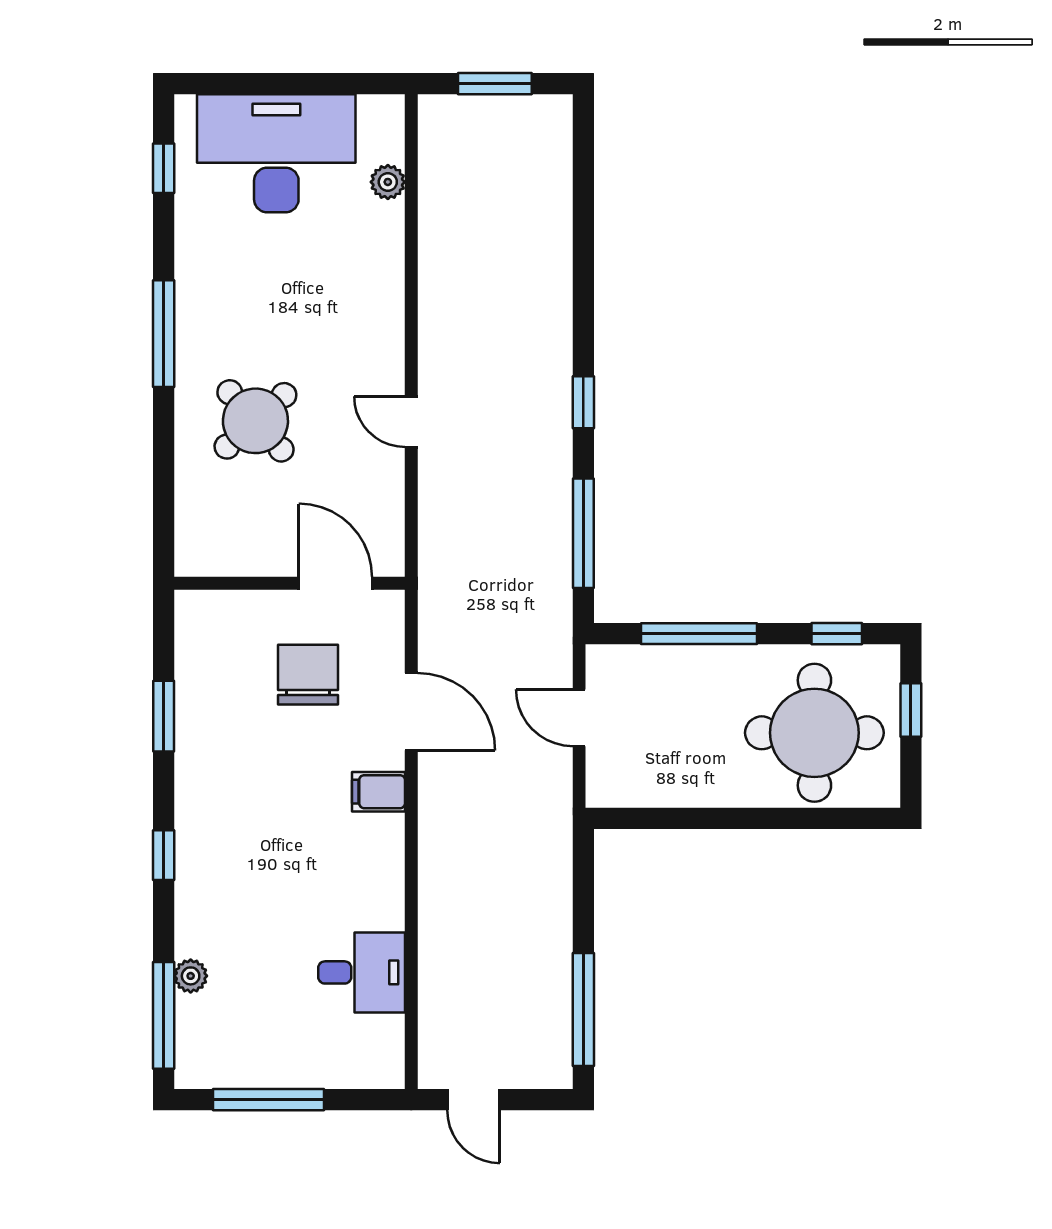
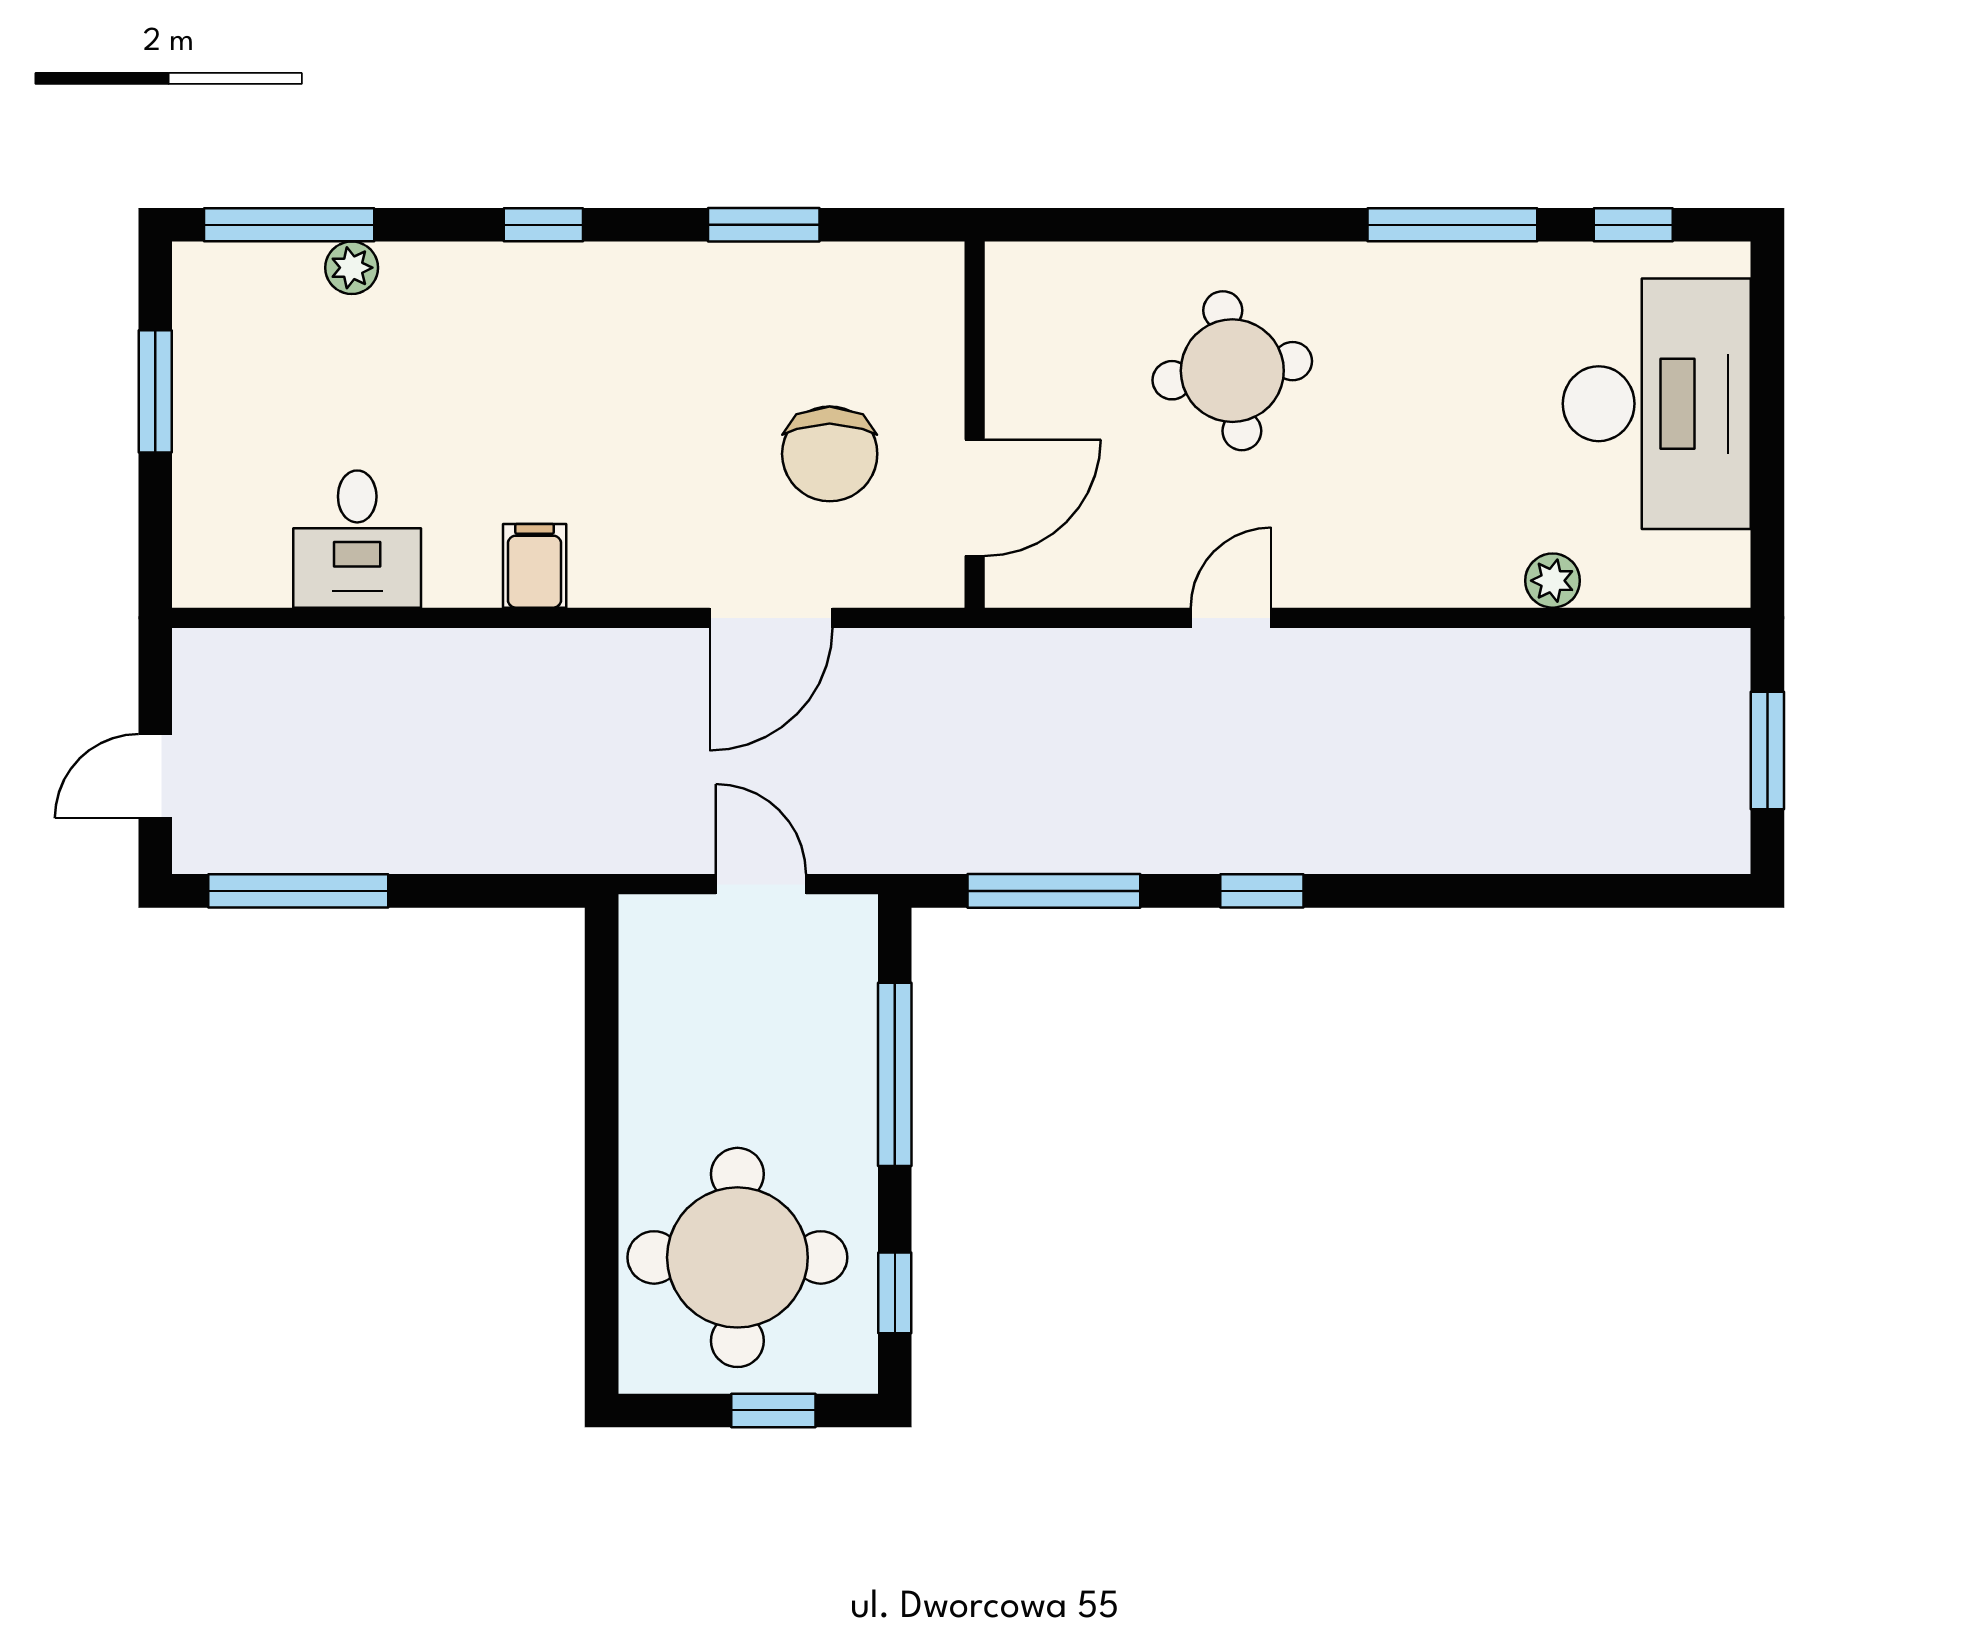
plant: (388, 182) -> (1553, 581), moved
window: (164, 334) -> (1452, 225), moved
round table: (255, 421) -> (1232, 371), turned 33
chair: (308, 675) -> (830, 454), turned 90
door: (579, 718) -> (761, 884), hinge flipped
filing cabinet: (378, 792) -> (535, 566), moved
window: (269, 1100) -> (155, 391), width x0.69
door: (474, 1100) -> (155, 776), moved

